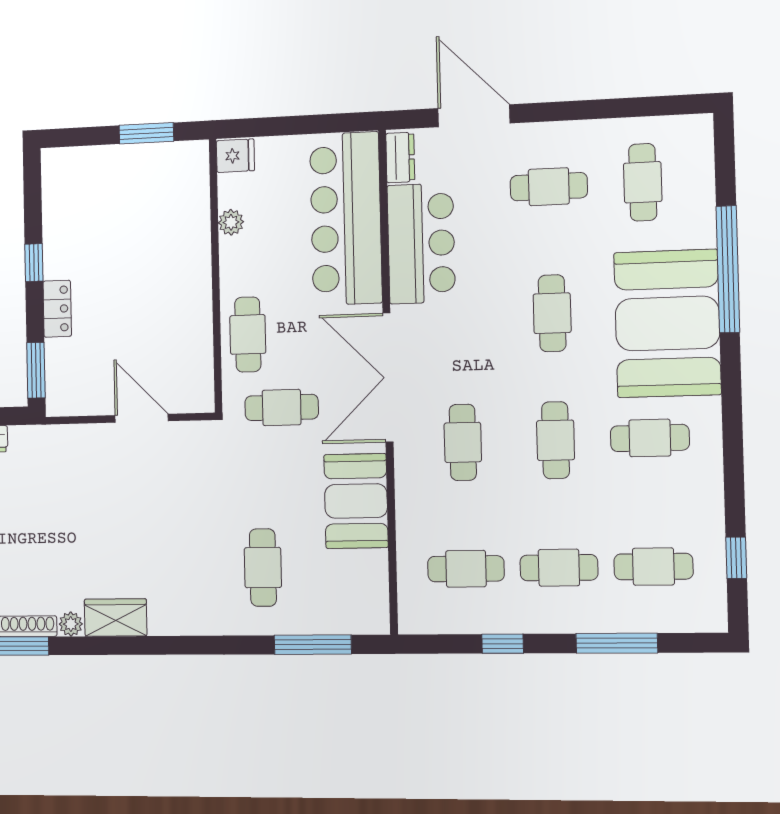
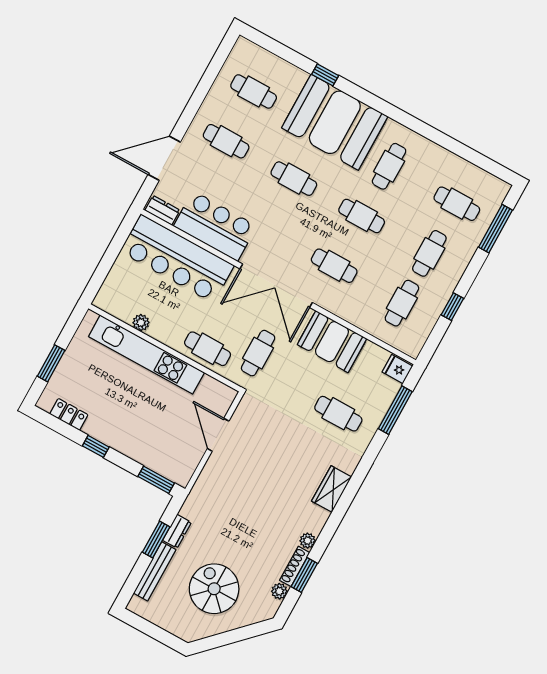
window: (146, 133) -> (51, 363), moved
fridge: (235, 156) -> (397, 369), moved, turned -90
cafe table: (549, 187) -> (226, 141), turned 90
kitchen unit: (193, 256) -> (146, 355), added
window: (728, 269) -> (325, 75), width x0.32
locker: (57, 309) -> (69, 414), moved
door: (142, 418) -> (218, 435), hinge flipped
window: (736, 558) -> (476, 158), removed
cafe table: (653, 567) -> (457, 204), turned 90
wardrobe: (116, 617) -> (332, 489), moved
window: (617, 643) -> (495, 229), moved

